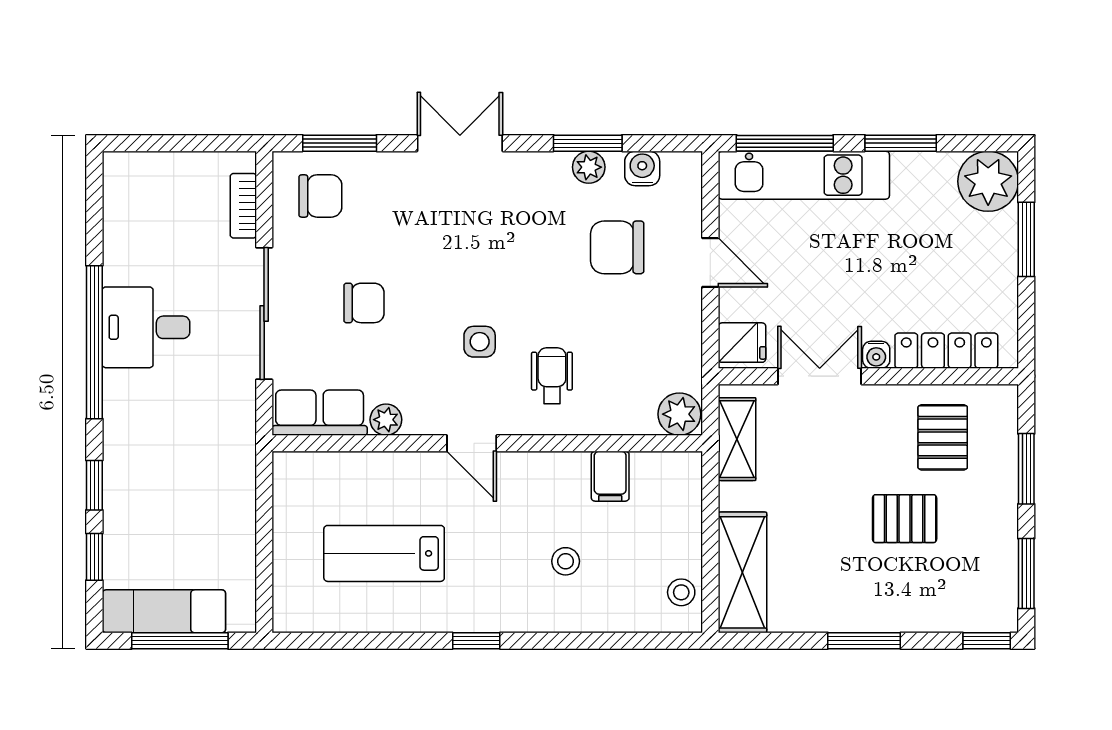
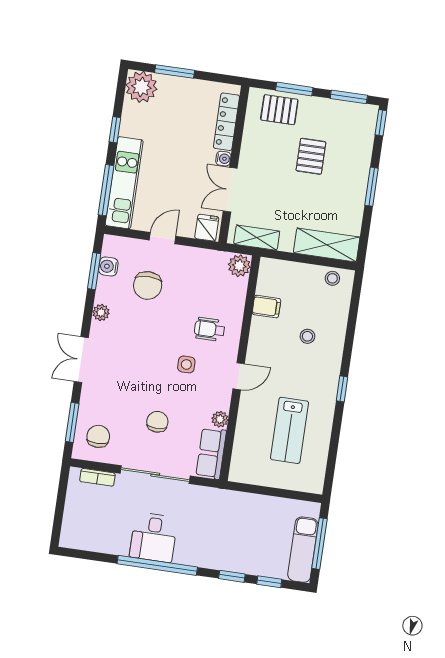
window: (588, 143) -> (94, 271), moved
window: (901, 143) -> (115, 130), width x0.67
plant: (589, 167) -> (101, 313), moved
pallet: (943, 437) -> (279, 110), moved

